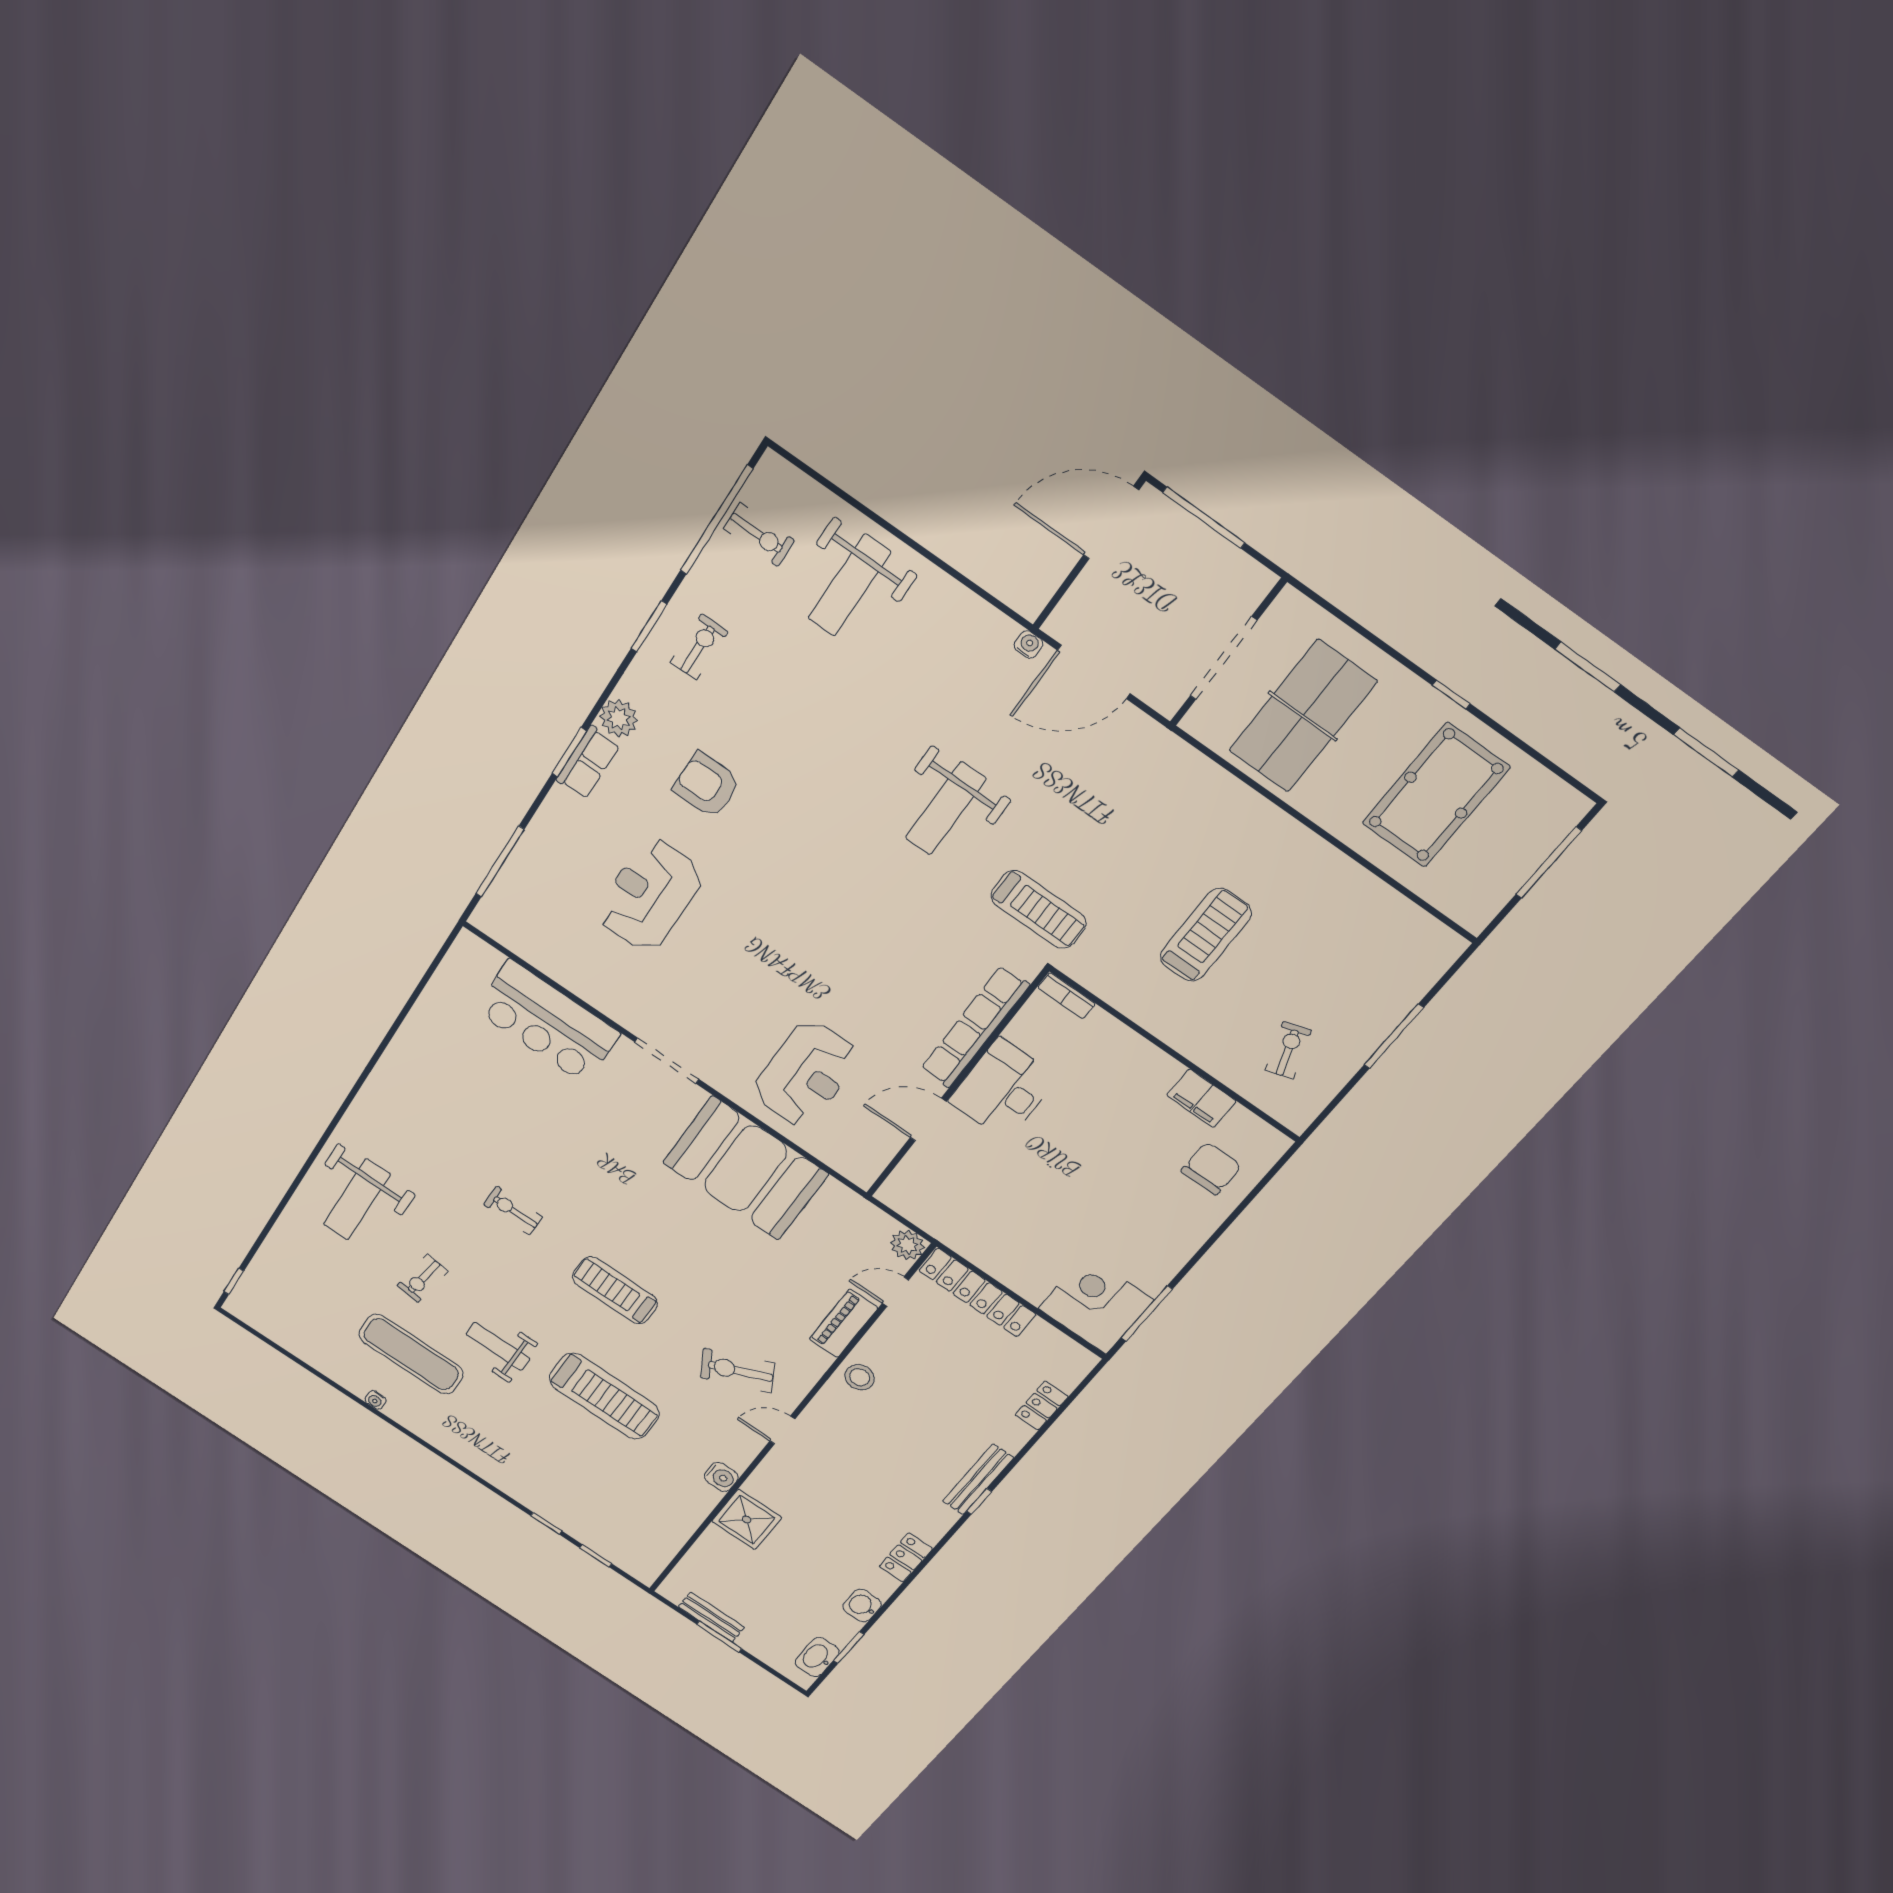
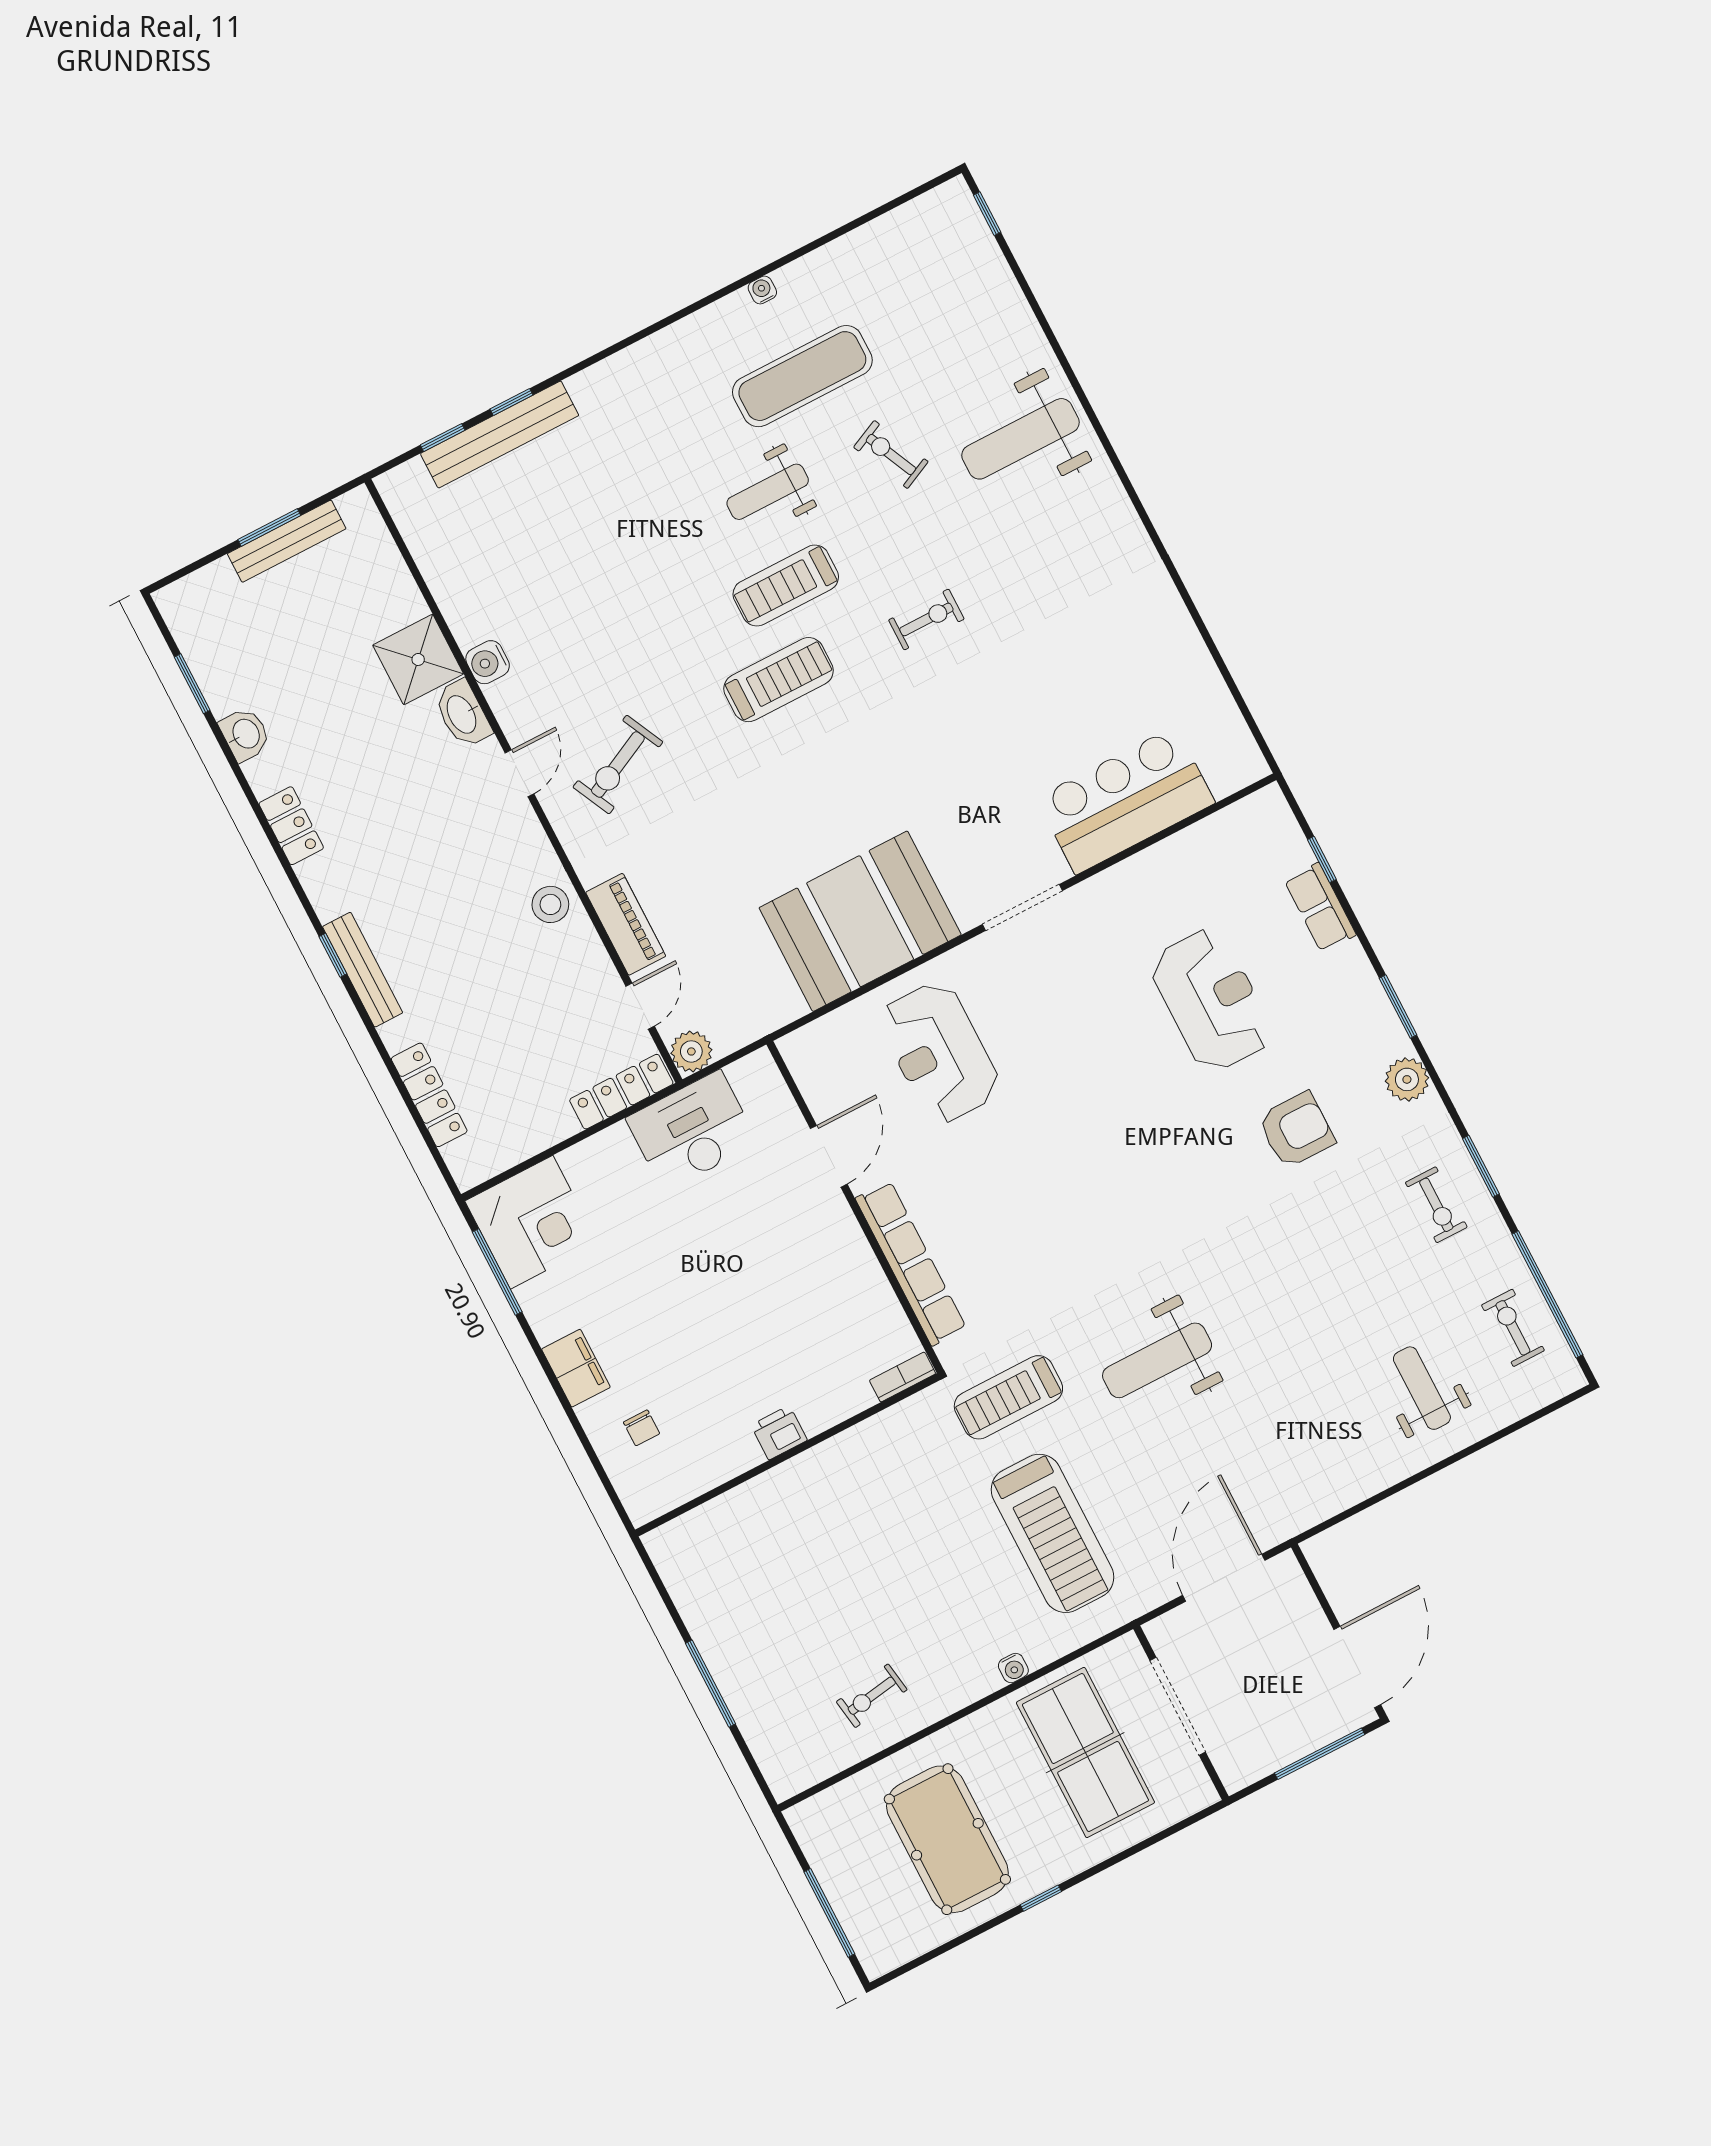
exercise bike: (759, 535) -> (1513, 1328), turned 90
weight bench: (849, 585) -> (1422, 1388), width x0.73, depth x0.75
water cooler: (1028, 645) -> (1013, 1668), moved
row of seats: (588, 763) -> (1320, 907), moved
weight bench: (946, 808) -> (1157, 1360), turned -90
window: (500, 862) -> (1322, 859), width x0.46
treadmill: (1206, 935) -> (1052, 1533), moved, width x1.37, depth x1.38
exercise bike: (1288, 1050) -> (872, 1696), moved, turned 100
printer: (1161, 1068) -> (779, 1433), added
desk: (1003, 1089) -> (692, 1131), moved, turned -90
filing cabinet: (1201, 1098) -> (576, 1368), moved, turned 90
chair: (1211, 1168) -> (642, 1428), width x0.54, depth x0.54
weight bench: (357, 1200) -> (1020, 439), turned -90
exercise bike: (423, 1278) -> (891, 454), turned -33
locker: (978, 1293) -> (621, 1092), width x0.71, depth x0.83
weight bench: (498, 1346) -> (768, 492), turned 180
exercise bike: (737, 1370) -> (618, 765), turned 180
treadmill: (604, 1396) -> (786, 586), moved, width x0.73, depth x0.73
locker: (1042, 1406) -> (429, 1095), width x1.53
bench: (571, 1523) -> (500, 435), added
bench: (711, 1617) -> (287, 541), width x1.36
washbasin: (817, 1657) -> (463, 714), moved, turned 180

